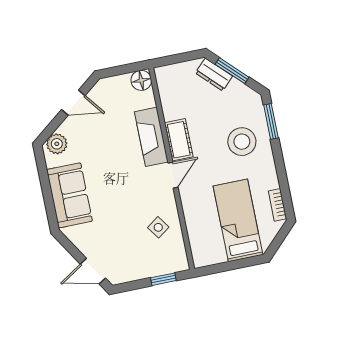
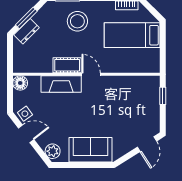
door: (73, 103) -> (26, 134), hinge flipped
side table: (158, 227) -> (25, 114), moved

